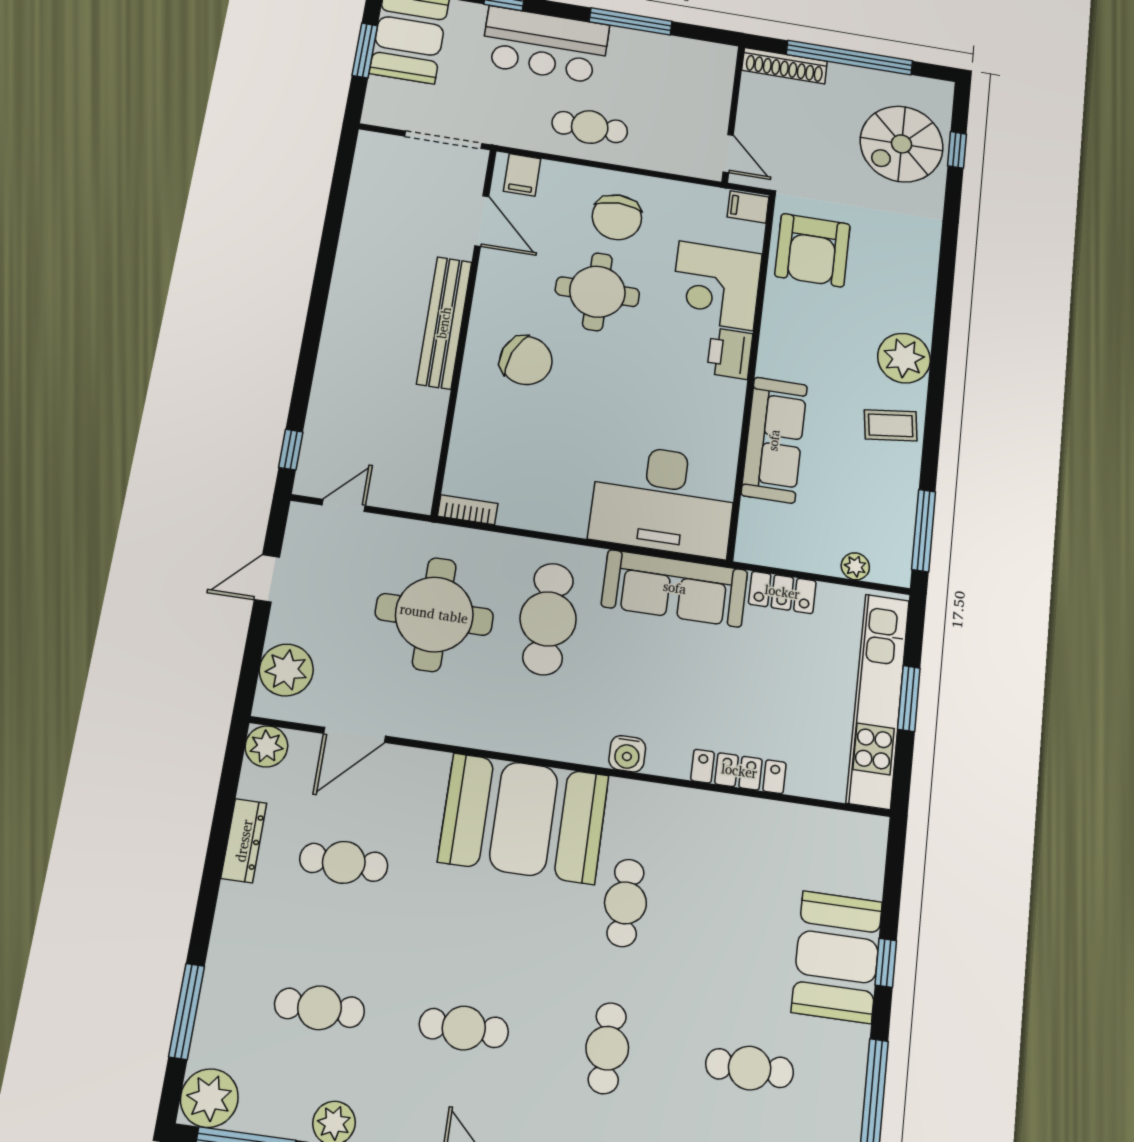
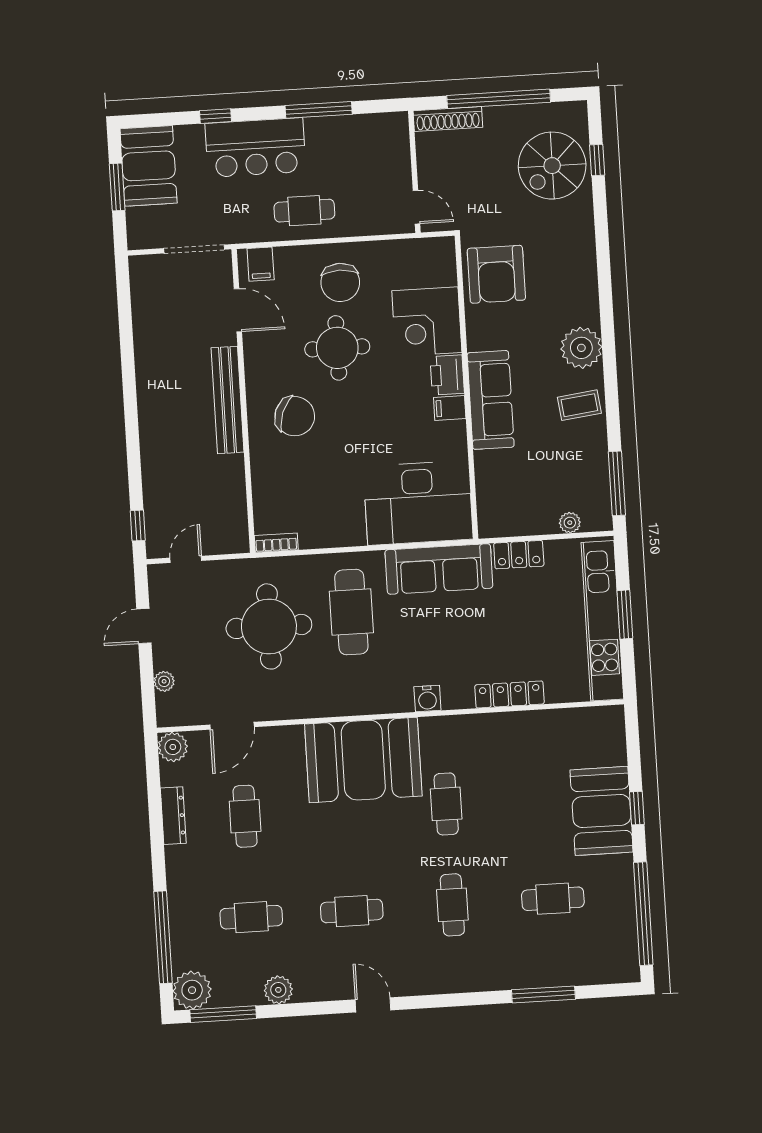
filing cabinet: (748, 207) -> (450, 408), moved
sofa: (774, 440) -> (491, 400), moved
plant: (286, 670) -> (164, 681), width x0.53, depth x0.53
cafe table: (344, 862) -> (245, 816), turned 90
window: (187, 1011) -> (163, 937), width x1.46

